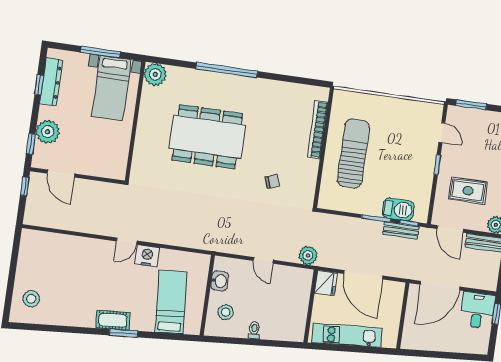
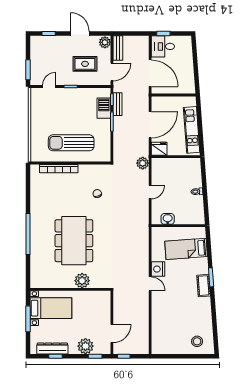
plant: (155, 74) -> (82, 281), moved
rug: (468, 191) -> (85, 64), turned 90
stool: (226, 312) -> (188, 212), removed

